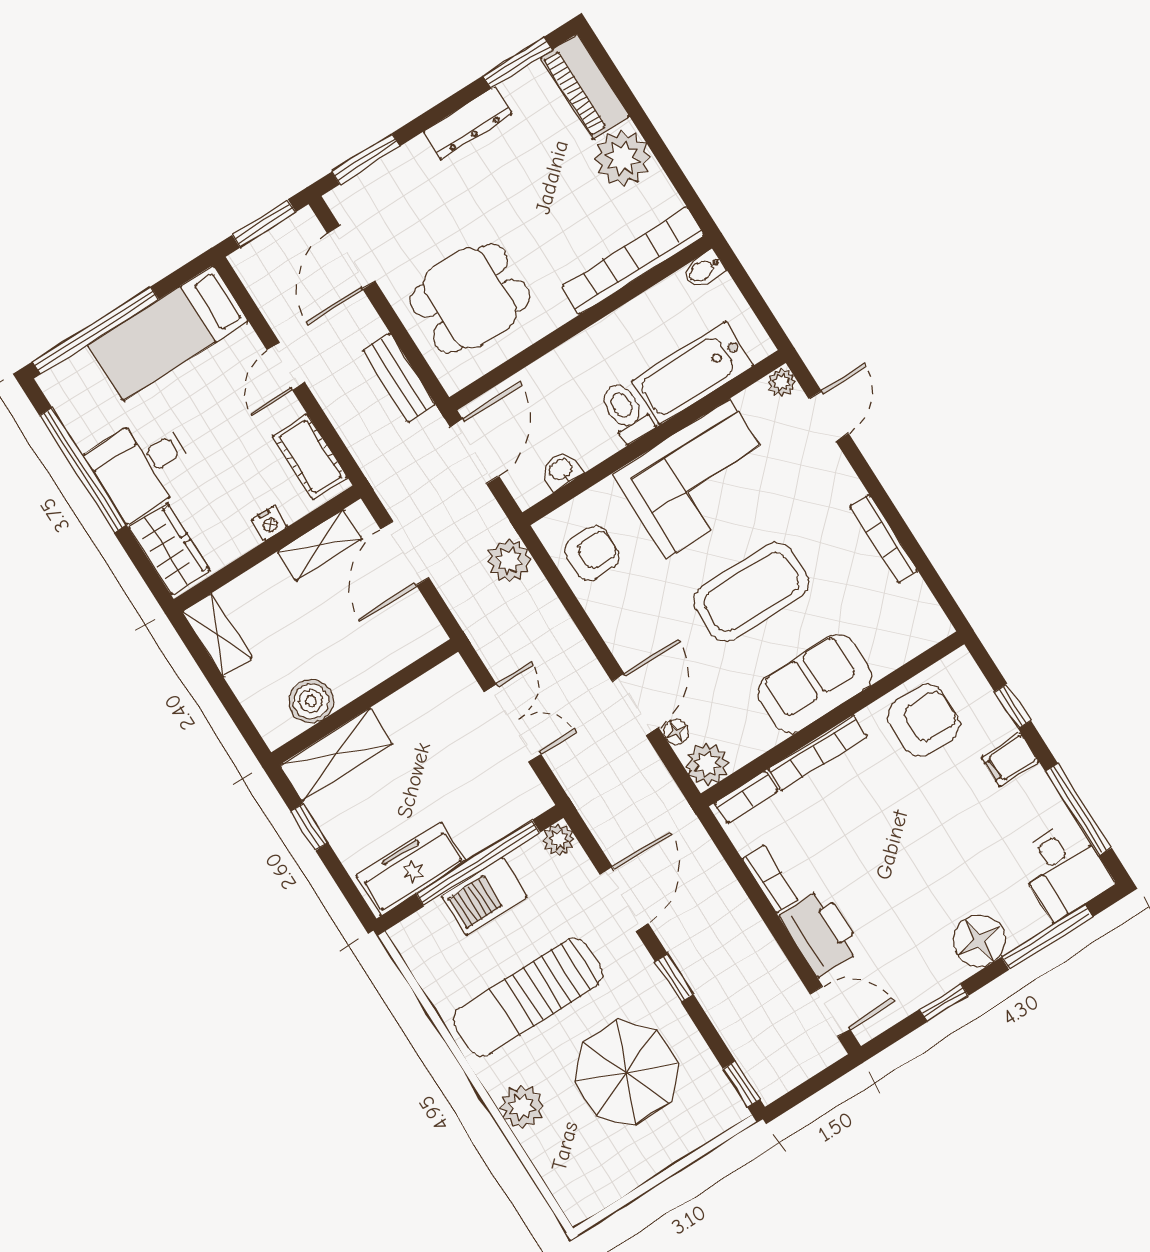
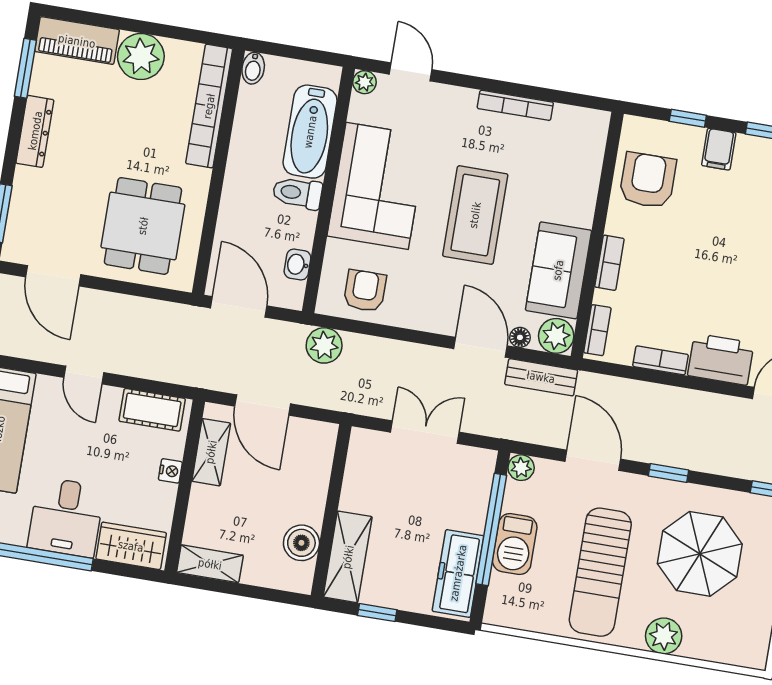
bench: (399, 377) -> (541, 377), moved
sofa: (814, 684) -> (558, 270), moved
bookcase: (817, 753) -> (609, 263), width x0.64

